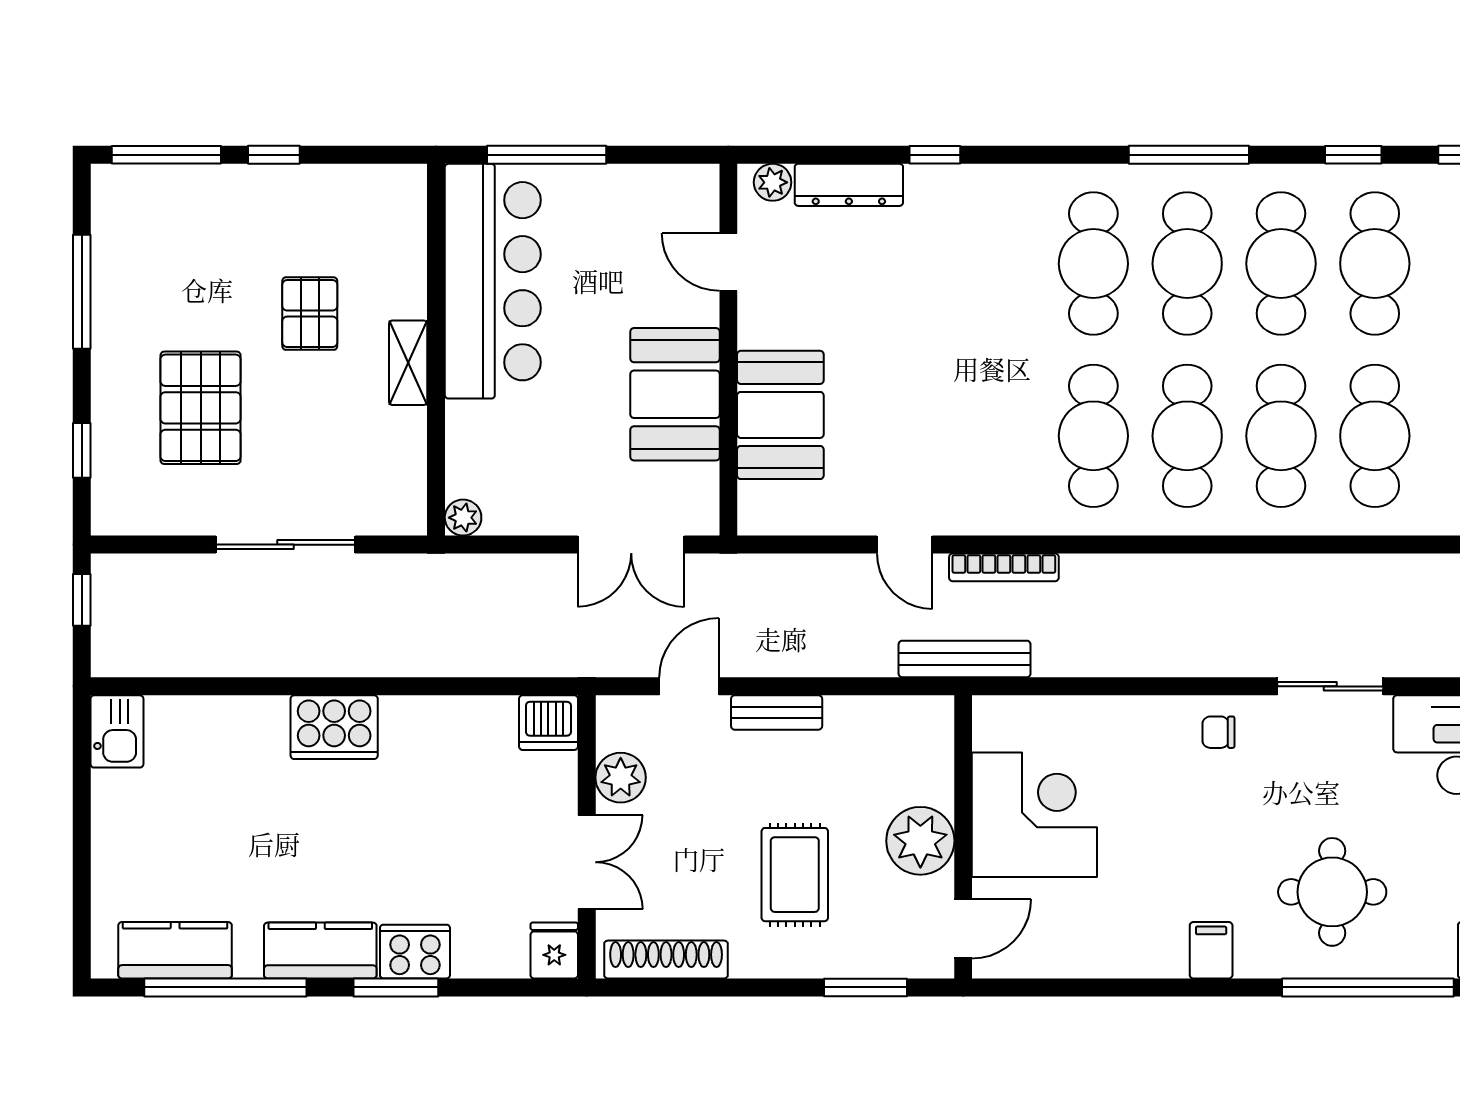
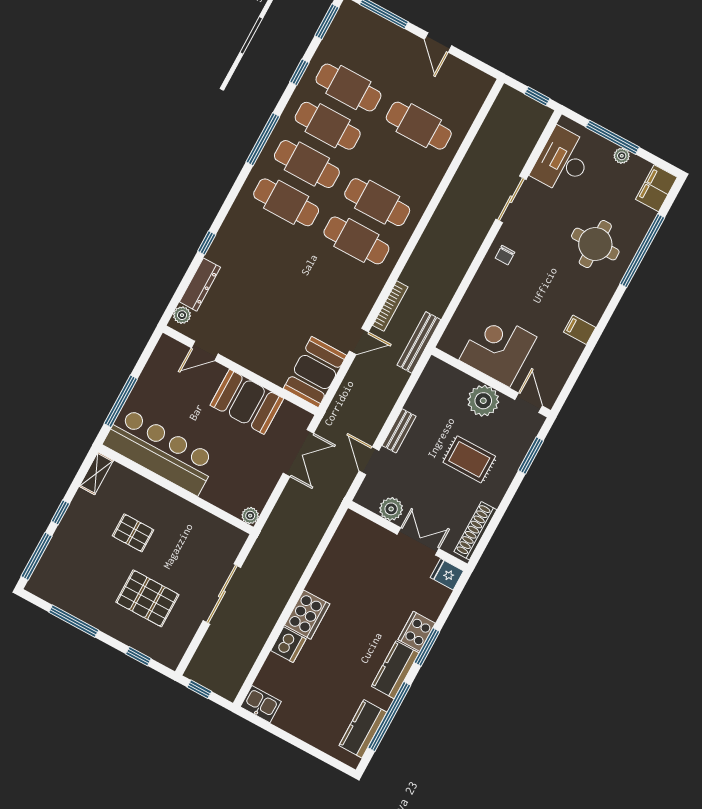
shelving: (408, 363) -> (96, 473), moved, turned 90
booth: (780, 415) -> (315, 372), moved, turned 90
cafe table: (1281, 436) -> (398, 164), removed
dishwasher: (548, 723) -> (288, 645), moved
filing cabinet: (1211, 950) -> (580, 330), moved

